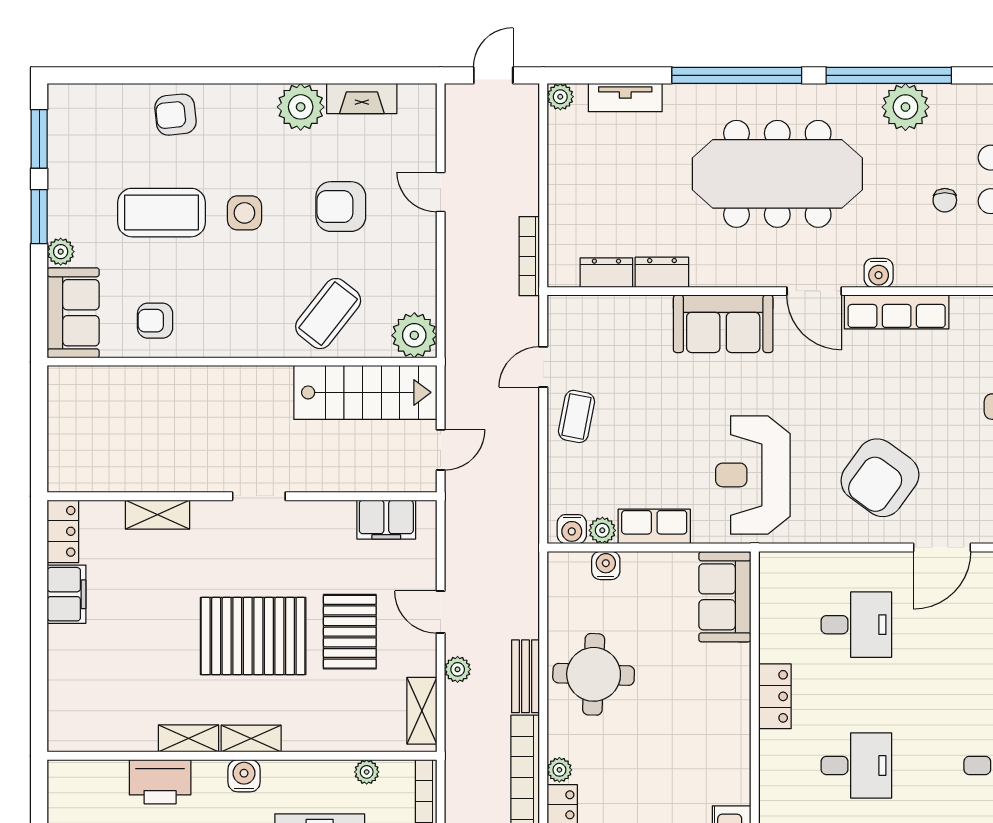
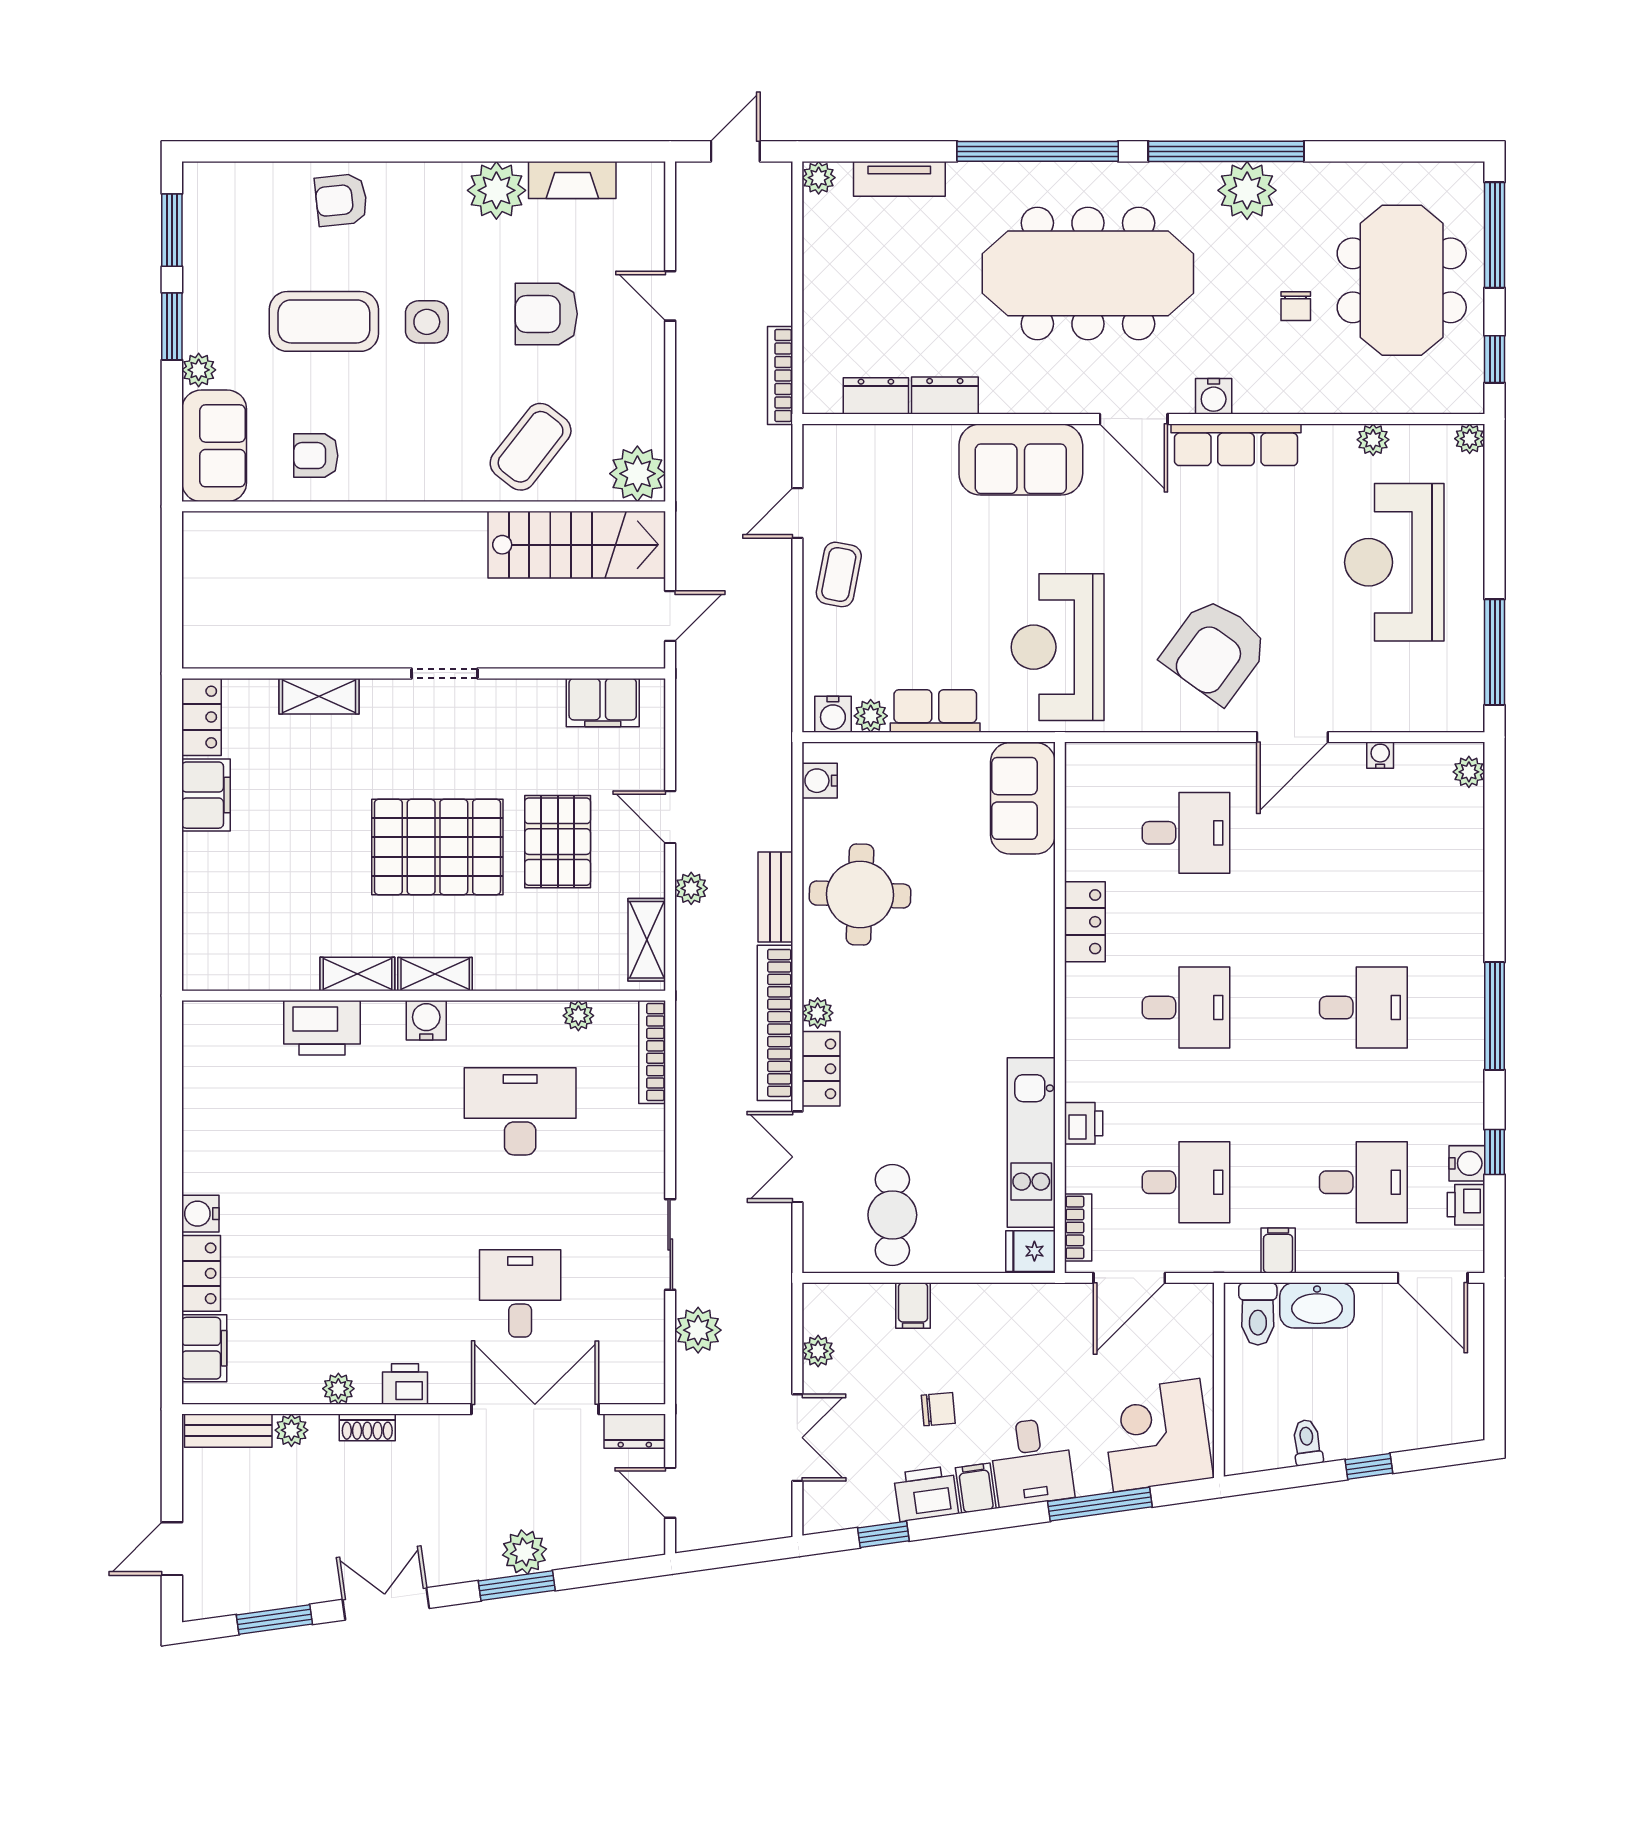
water cooler: (606, 565) -> (820, 781), moved, turned -90

